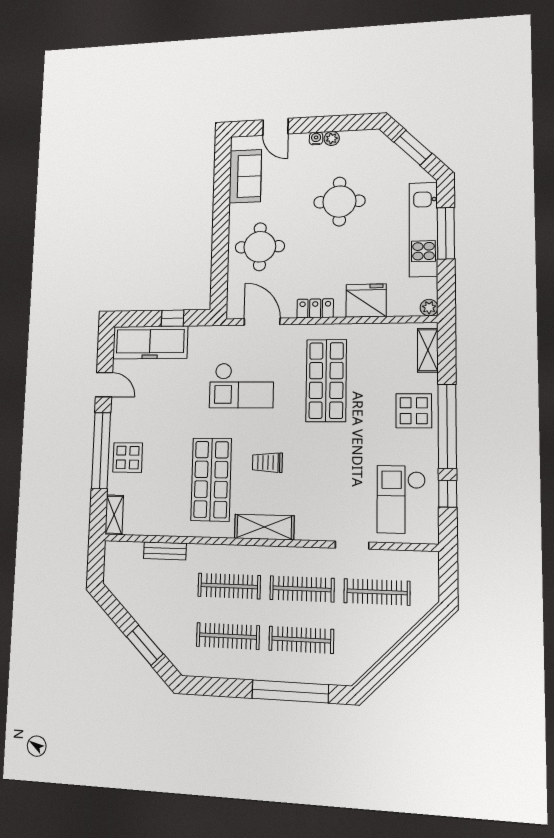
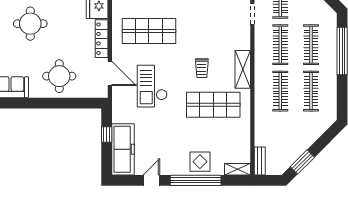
locker: (315, 308) -> (102, 39), width x1.53
door: (262, 322) -> (110, 73), swing flipped
checkout: (242, 385) -> (152, 86), turned 180
bench: (165, 551) -> (260, 161), moved
window: (145, 645) -> (302, 162), moved

